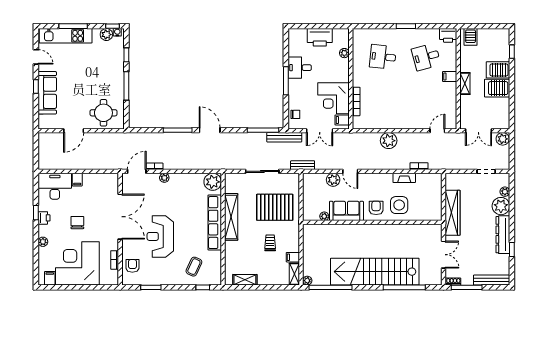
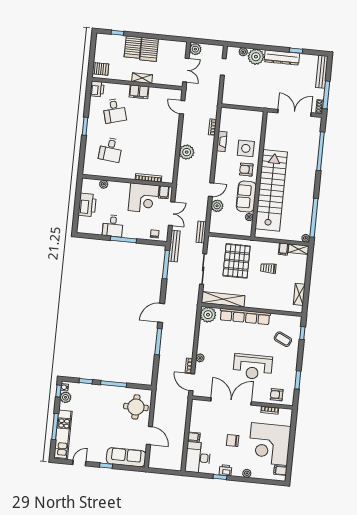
filing cabinet: (450, 76) -> (139, 92), width x2.00
sofa: (47, 93) -> (126, 457), moved
wardrobe: (453, 213) -> (258, 101), removed
shelving: (231, 217) -> (223, 299), moved
double door: (444, 255) -> (294, 113), width x1.37
stairs: (375, 272) -> (271, 190), moved, turned 180

